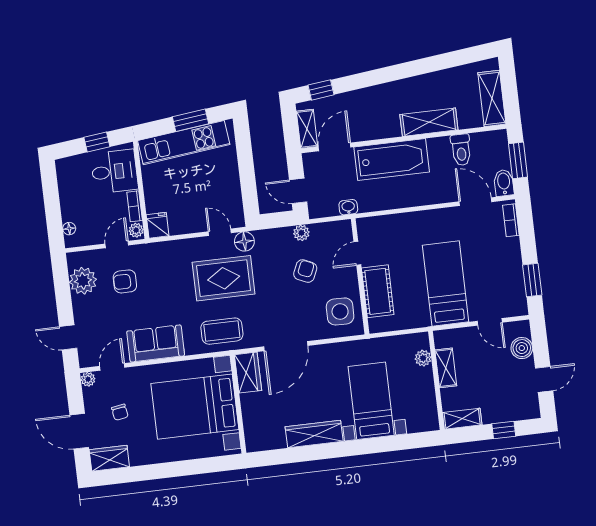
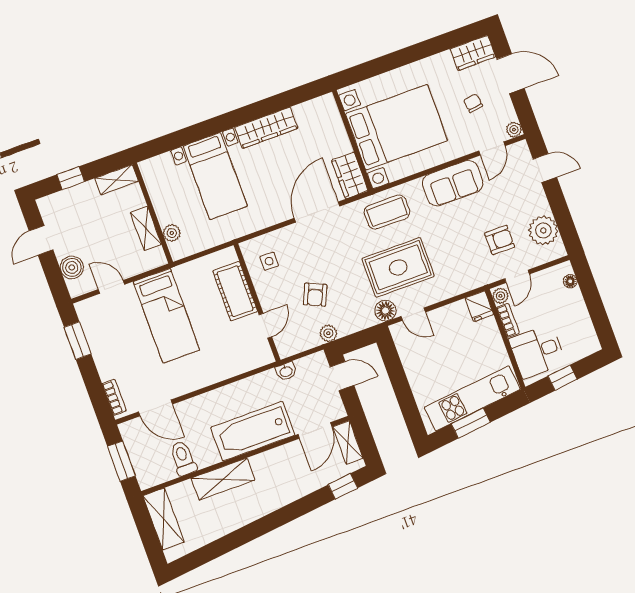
bidet: (504, 183) -> (131, 434), removed
side table: (340, 311) -> (269, 261), width x0.54, depth x0.54

